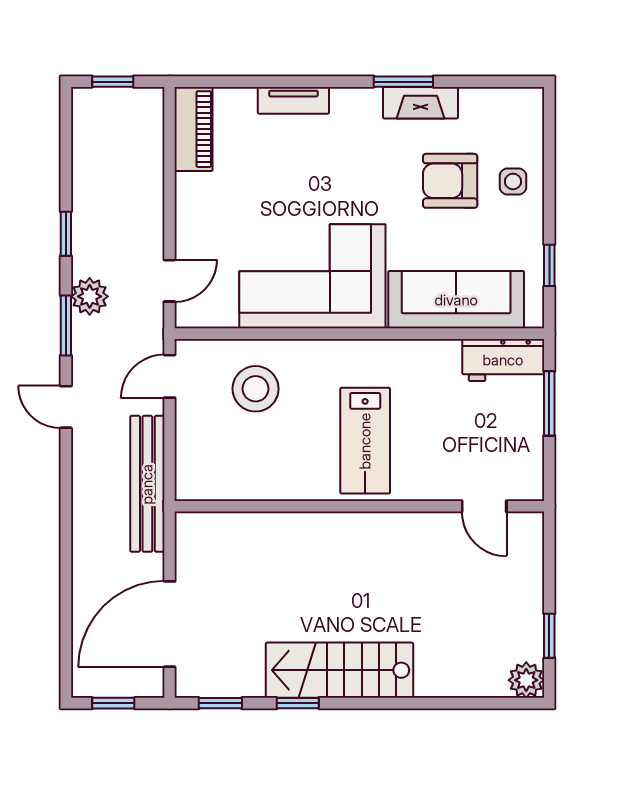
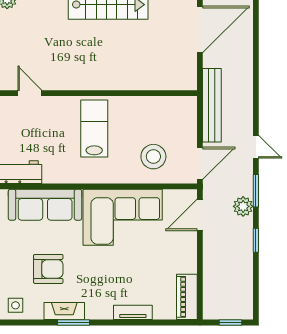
side table: (513, 181) -> (15, 305), moved
door: (169, 281) -> (200, 215), width x1.38
door: (169, 376) -> (200, 163), width x1.38

